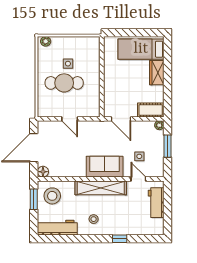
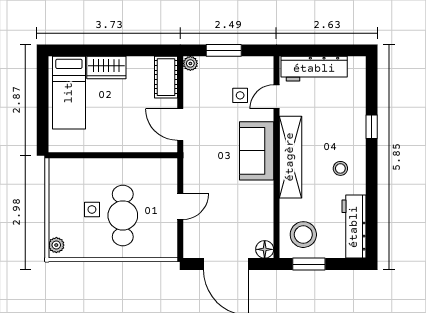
door: (121, 119) -> (180, 124), swing flipped
workbench: (156, 203) -> (314, 69), width x1.37

